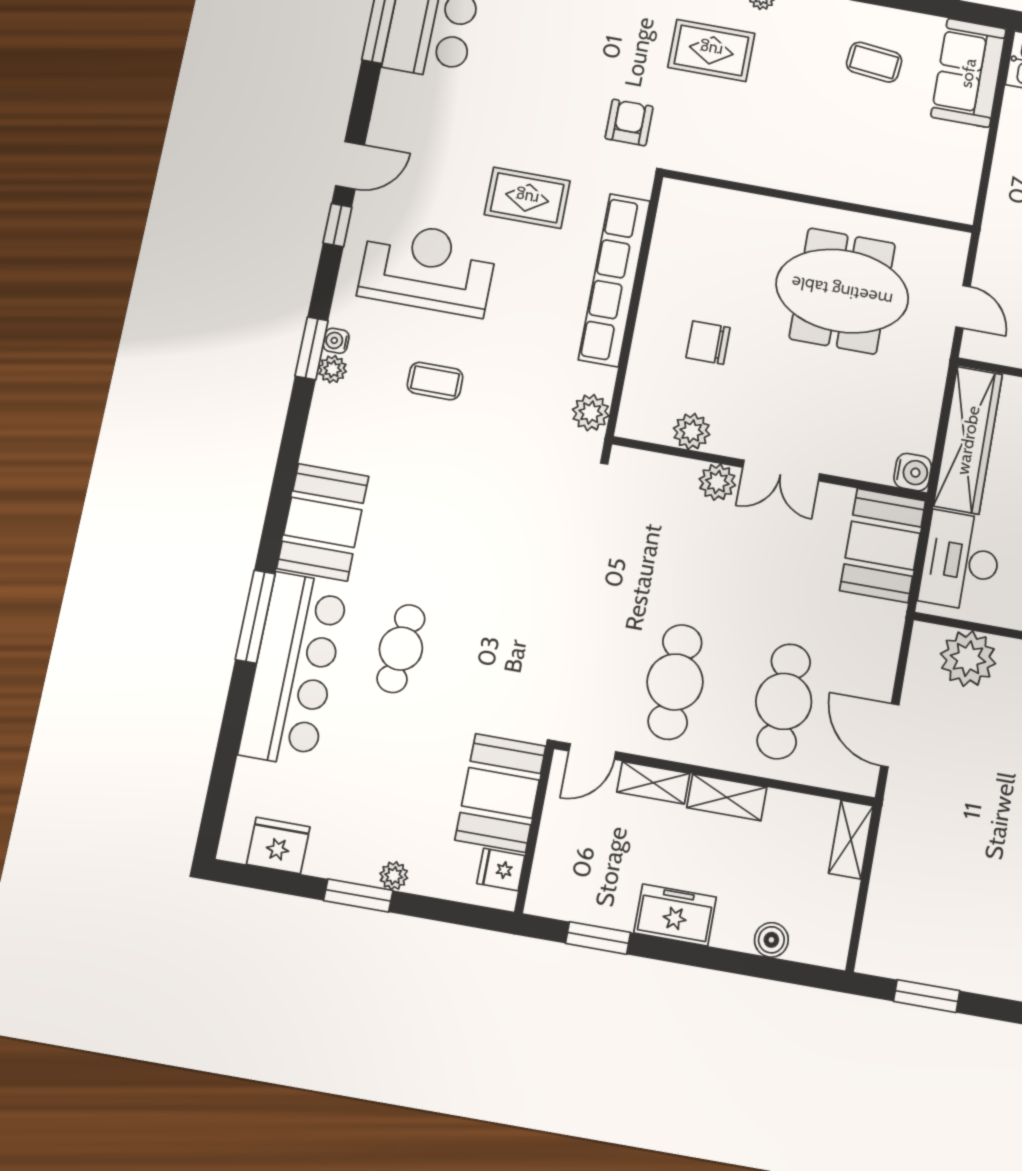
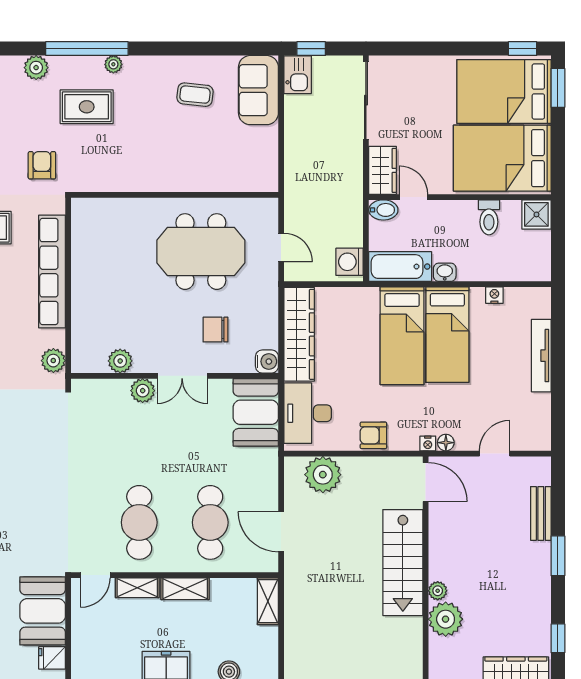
chair: (708, 343) -> (215, 330), moved

